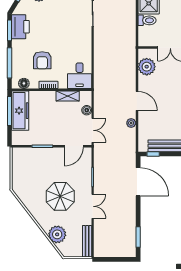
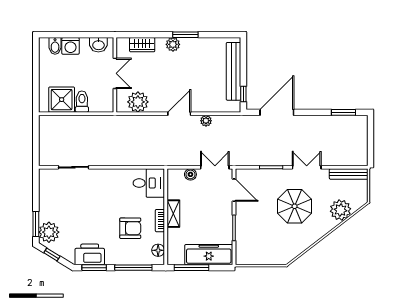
shelving: (68, 96) -> (173, 214), moved
freezer: (20, 111) -> (209, 255), moved

